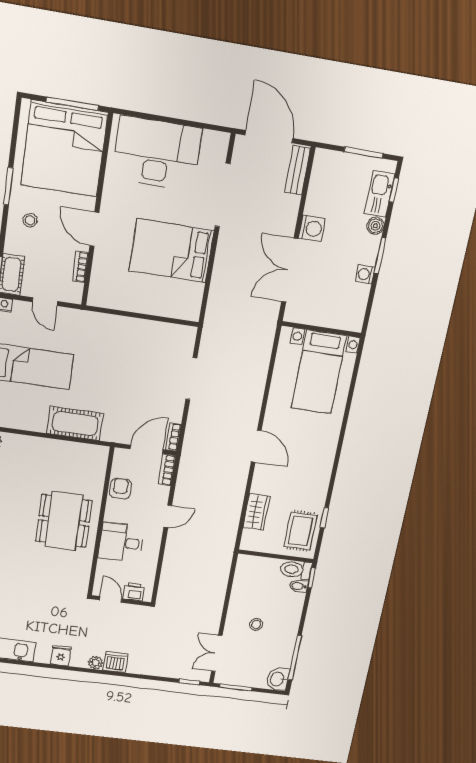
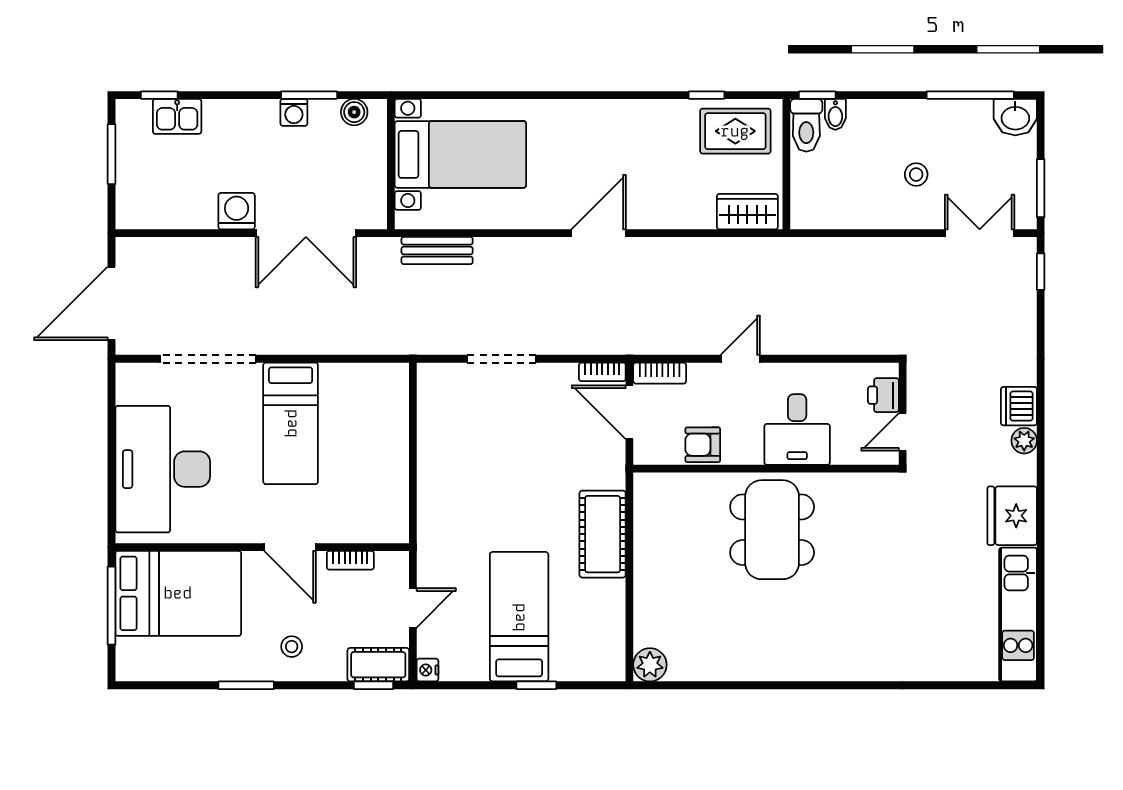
bed: (64, 149) -> (178, 593), width x0.73
bench: (298, 170) -> (437, 251), moved
kitchen sink: (379, 194) -> (177, 116), width x0.73
boiler: (375, 226) -> (354, 112), moved
door: (94, 229) -> (290, 547), hinge flipped
bed: (172, 251) -> (291, 423), width x0.67
window: (380, 256) -> (309, 95), moved
wardrobe: (256, 512) -> (747, 212), moved
door: (168, 516) -> (740, 359), hinge flipped
dining table: (64, 521) -> (772, 530), turned 90
double door: (217, 653) -> (980, 233), swing flipped
fridge: (61, 656) -> (1012, 516), width x1.88, depth x1.34

